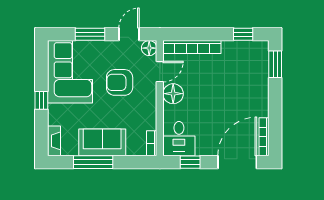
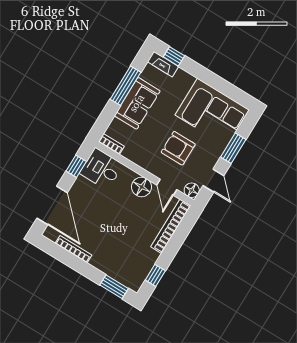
armchair: (120, 82) -> (178, 148), turned -90
window: (41, 100) -> (174, 56), moved
bookcase: (264, 137) -> (73, 249), moved

